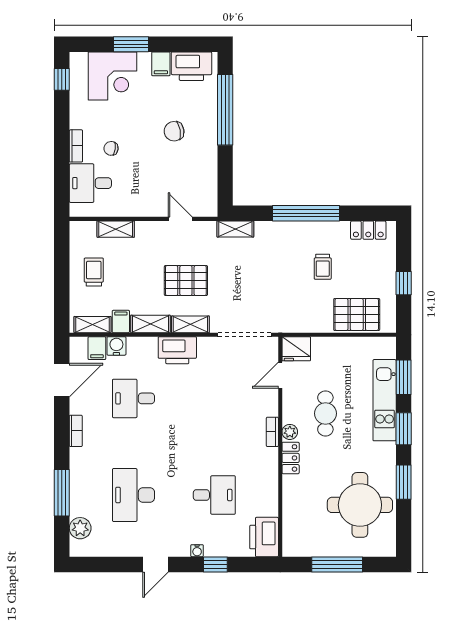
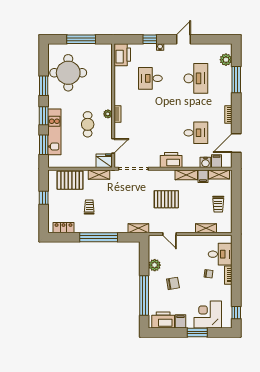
plant: (207, 164) -> (155, 265), added
shelving: (190, 324) -> (99, 175), moved
locker: (291, 458) -> (107, 99), removed

